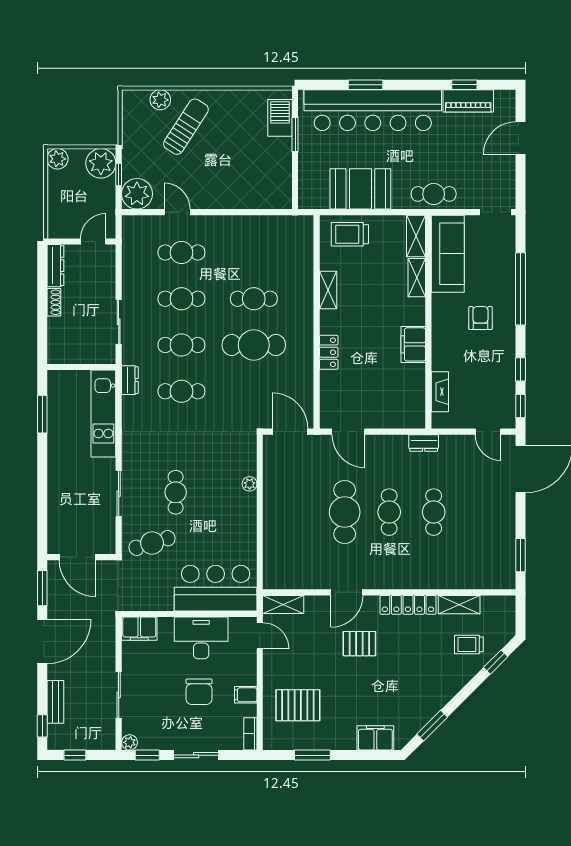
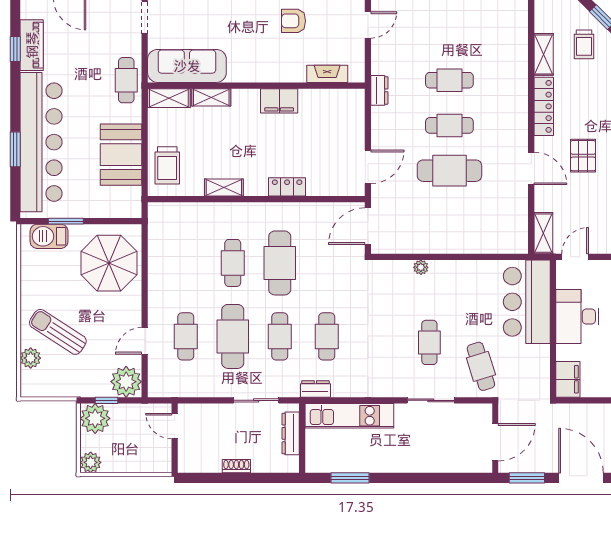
parasol: (254, 177) -> (109, 263), added
dresser: (55, 266) -> (291, 433), moved, turned -90
cafe table: (181, 299) -> (233, 336), width x1.37, depth x1.35
armchair: (480, 318) -> (293, 21), moved
cafe table: (176, 492) -> (429, 342), turned 90

